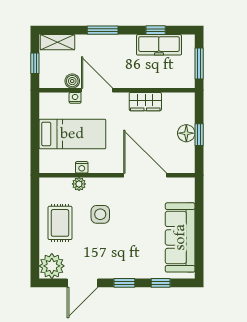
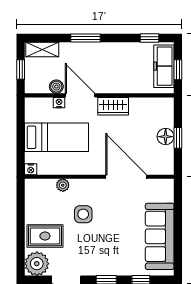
window: (156, 30) -> (150, 38), moved
freezer: (159, 45) -> (164, 66), moved, turned 90
window: (199, 64) -> (178, 70), width x0.67
wardrobe: (145, 102) -> (113, 106), moved
nightstand: (82, 167) -> (31, 169), moved
rug: (60, 223) -> (45, 236), moved, turned 90

